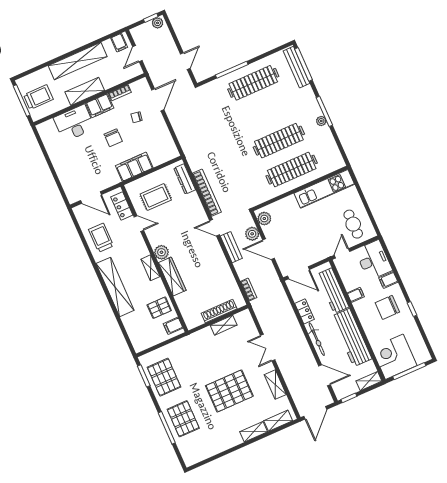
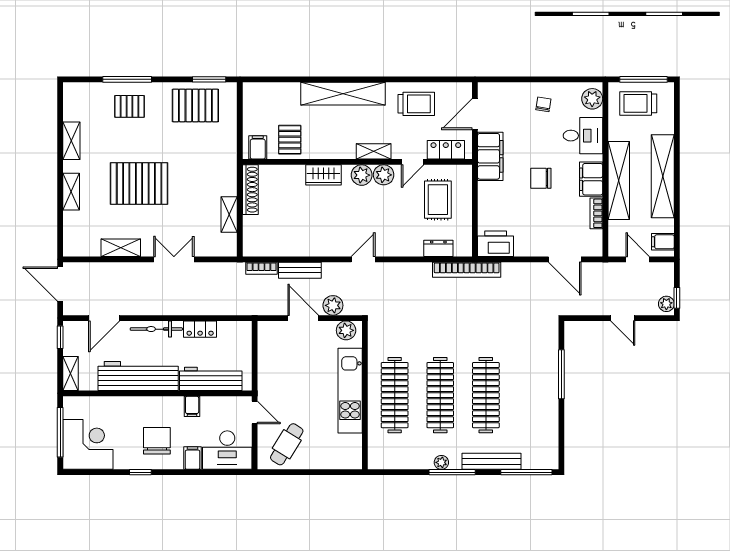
door: (185, 61) -> (623, 318), moved
bench: (296, 67) -> (492, 461), moved
clothes rail: (253, 83) -> (486, 395), moved
shelving: (85, 91) -> (619, 180), width x1.47
trolley: (38, 97) -> (638, 103), turned 90
chair: (137, 117) -> (543, 104), moved
desk: (74, 123) -> (583, 136), width x0.73
plant: (48, 128) -> (592, 99), added
printer: (167, 148) -> (496, 244), added
filing cabinet: (134, 167) -> (490, 156), moved
dresser: (185, 179) -> (438, 248), width x0.70
kitchen unit: (324, 189) -> (350, 391), moved
bookcase: (207, 193) -> (467, 270), moved
cafe table: (353, 224) -> (287, 444), turned -58
plant: (155, 238) -> (384, 175), added
bench: (231, 247) -> (300, 270), moved
door: (268, 249) -> (303, 318), hinge flipped
shelving: (150, 268) -> (374, 151), moved
door: (298, 273) -> (255, 344), removed
wardrobe: (172, 277) -> (323, 175), width x0.67
shoe rack: (219, 311) -> (250, 190), moved
corner desk: (394, 357) -> (88, 444), moved
pallet: (229, 391) -> (139, 184), turned 90
pallet: (183, 419) -> (130, 106), width x0.67, depth x0.71
shelving: (278, 421) -> (71, 141), moved

